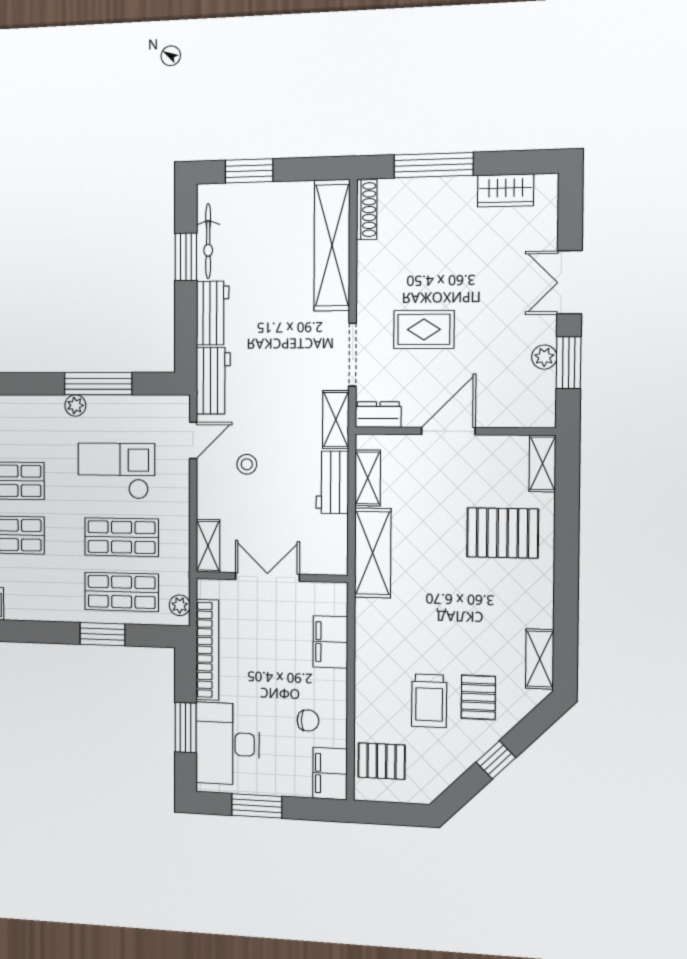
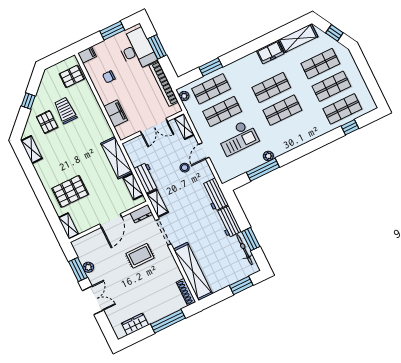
door: (193, 440) -> (204, 151), moved
filing cabinet: (330, 774) -> (87, 55), width x0.50

